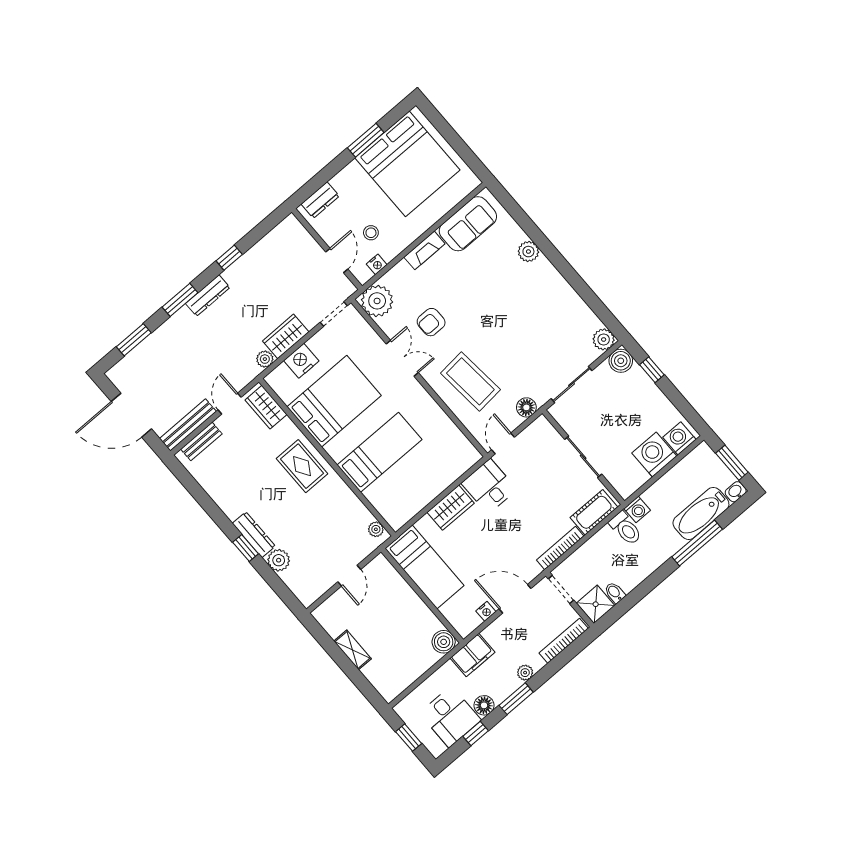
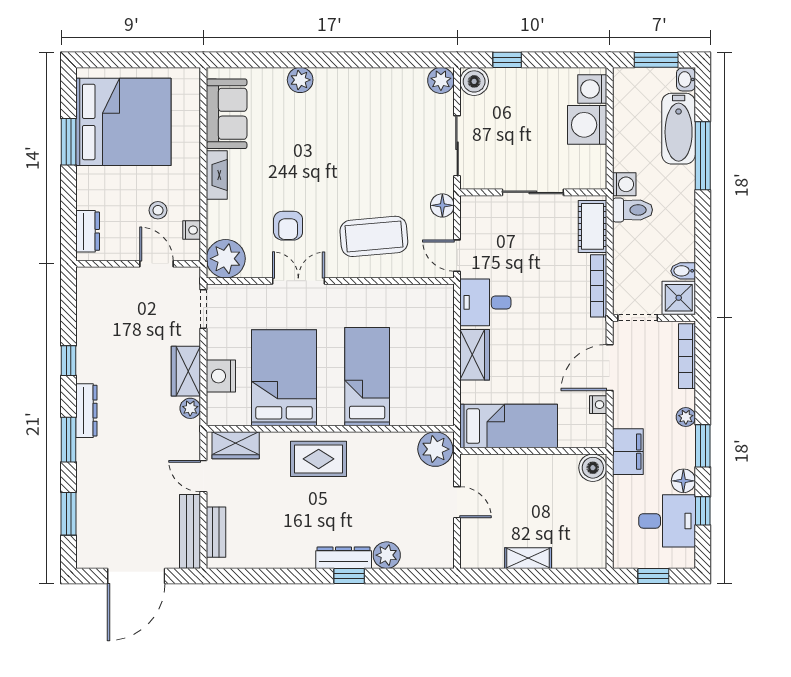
plant: (376, 529) -> (435, 449), width x1.87, depth x1.87

